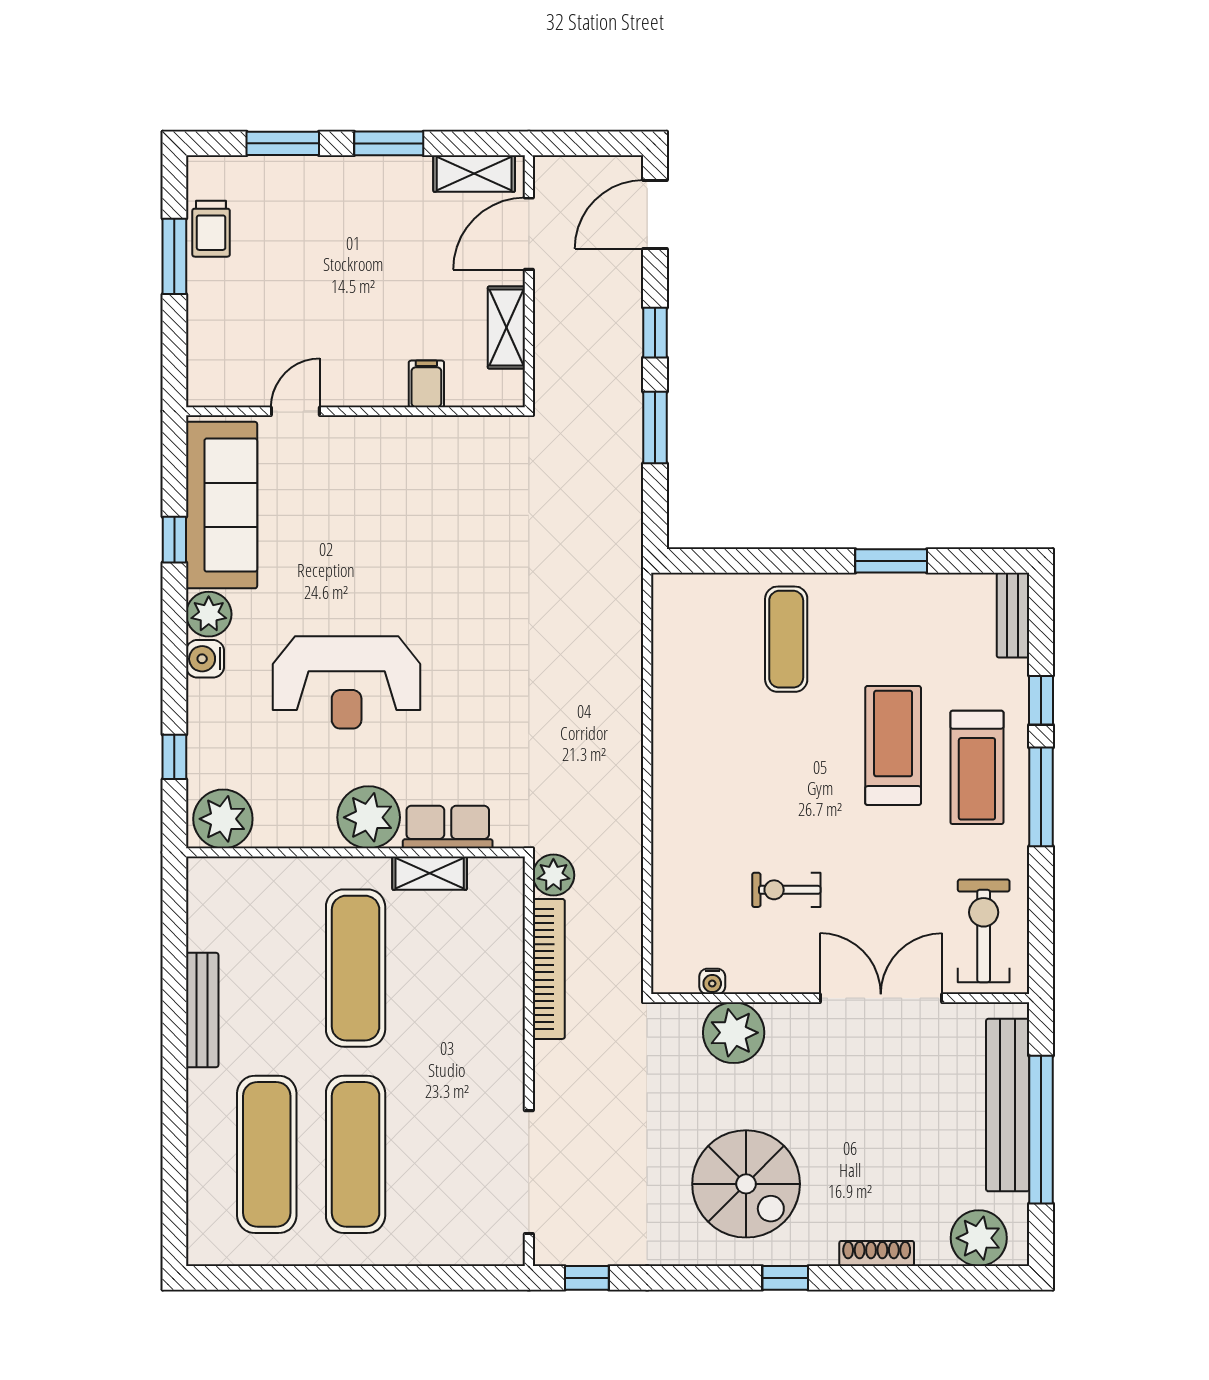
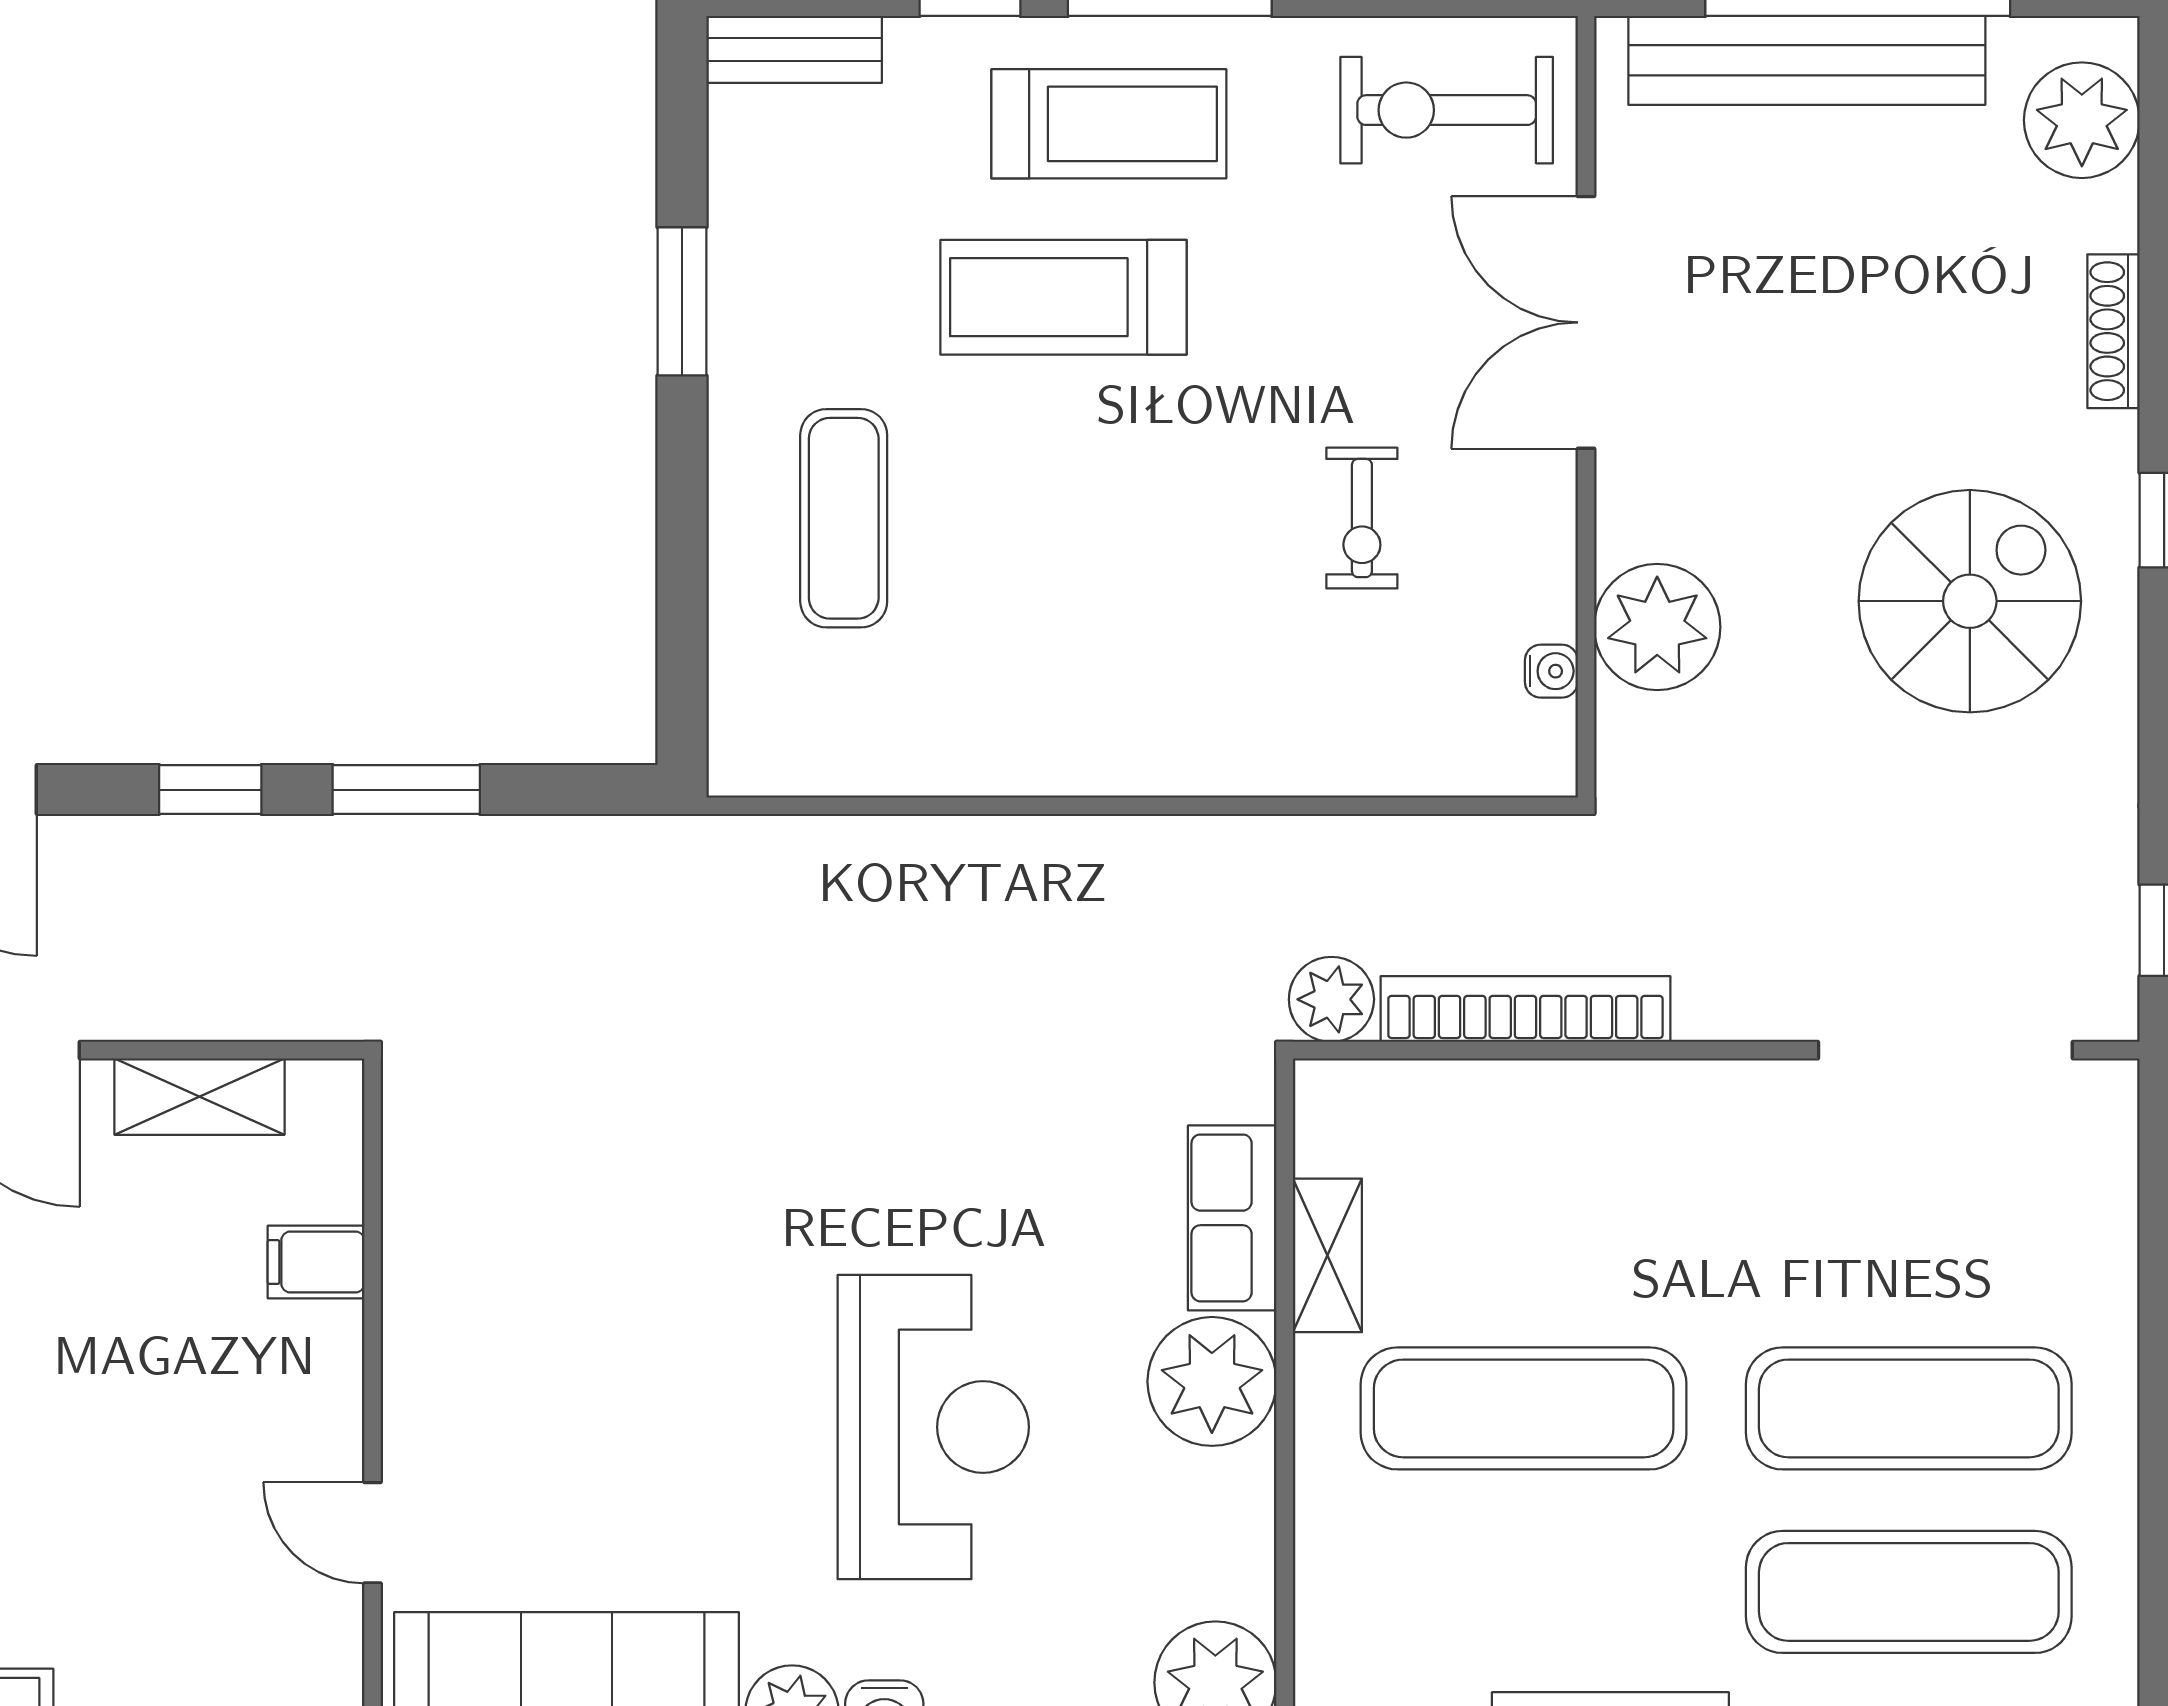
exercise mat: (786, 639) -> (844, 518), turned 90

